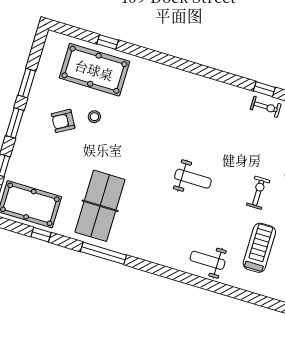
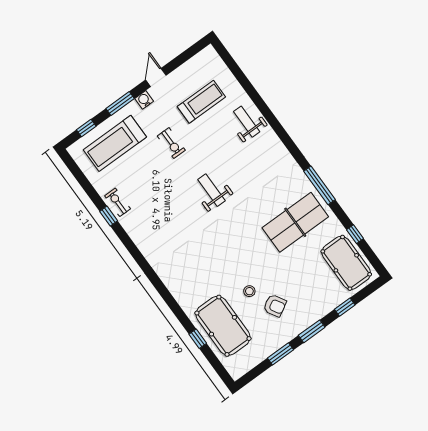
exercise bike: (258, 193) -> (171, 143), turned -90
treadmill: (259, 248) -> (201, 102), turned 180
weight bench: (207, 260) -> (247, 122), turned 180

